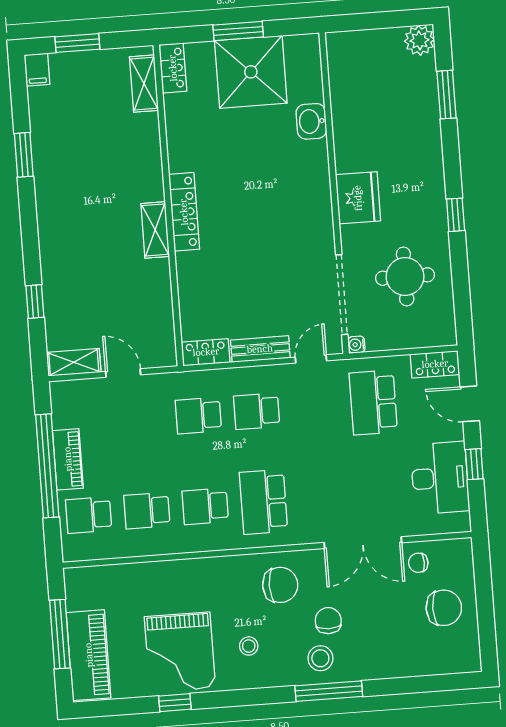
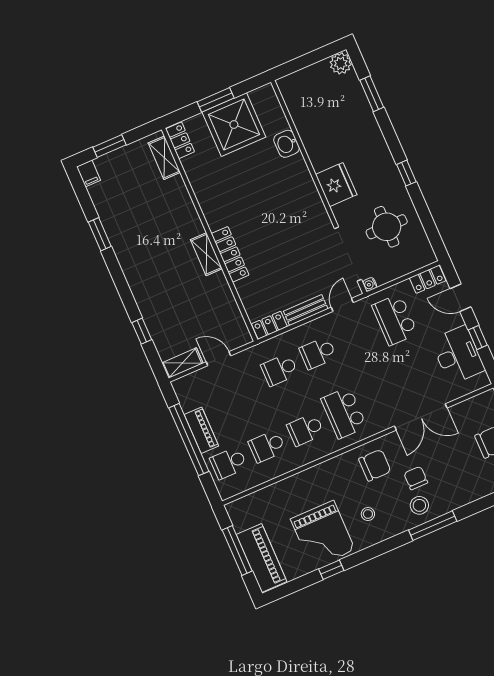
locker: (184, 212) -> (230, 254), moved
chair: (418, 563) -> (463, 418), removed

